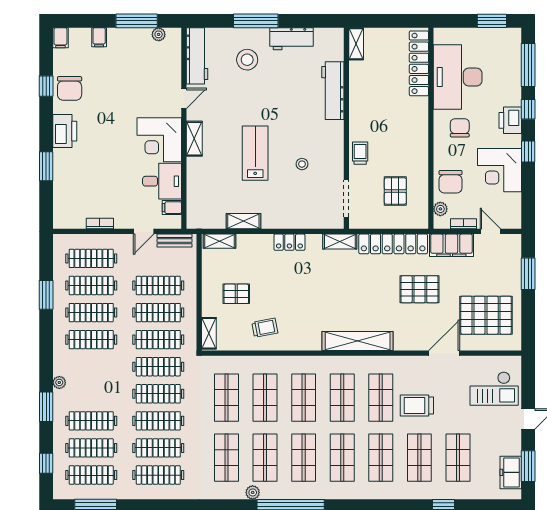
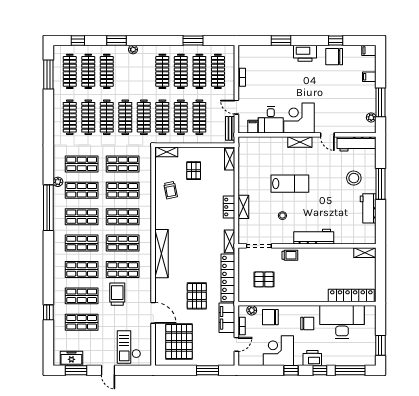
workbench: (333, 91) -> (314, 237), moved
shelving: (243, 221) -> (243, 207), moved

